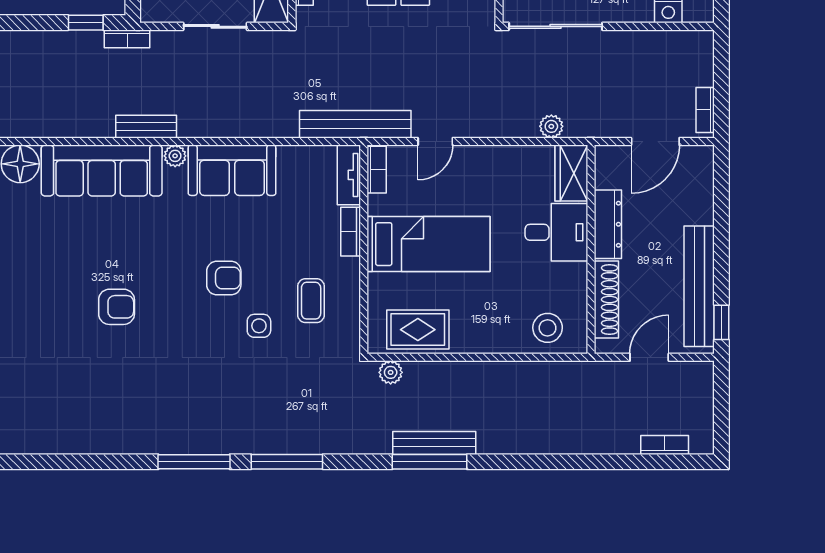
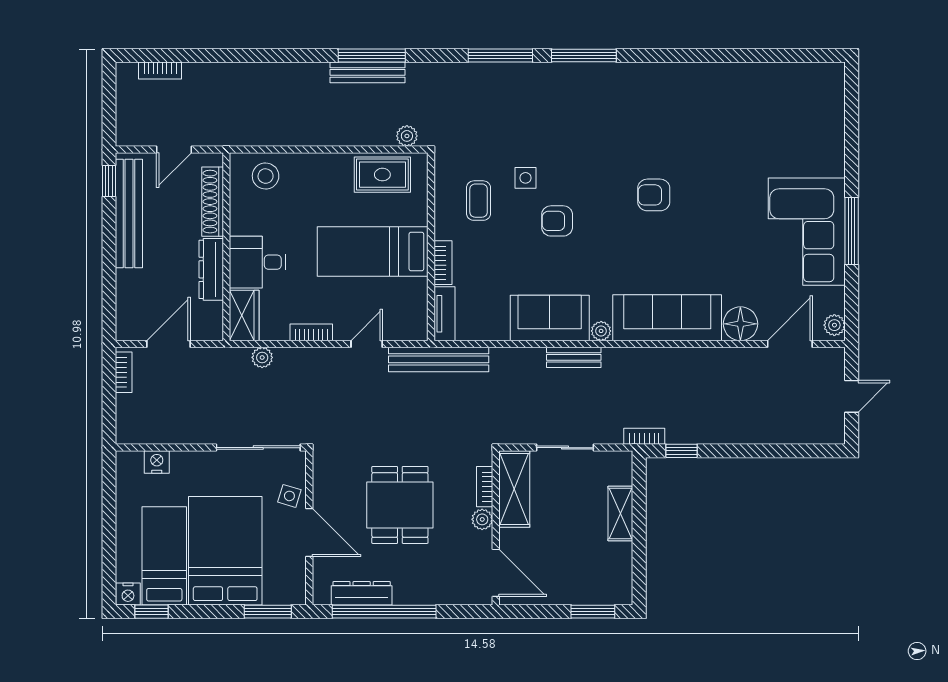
bench: (146, 127) -> (574, 357), moved
bookcase: (377, 170) -> (311, 332), moved, turned 90

